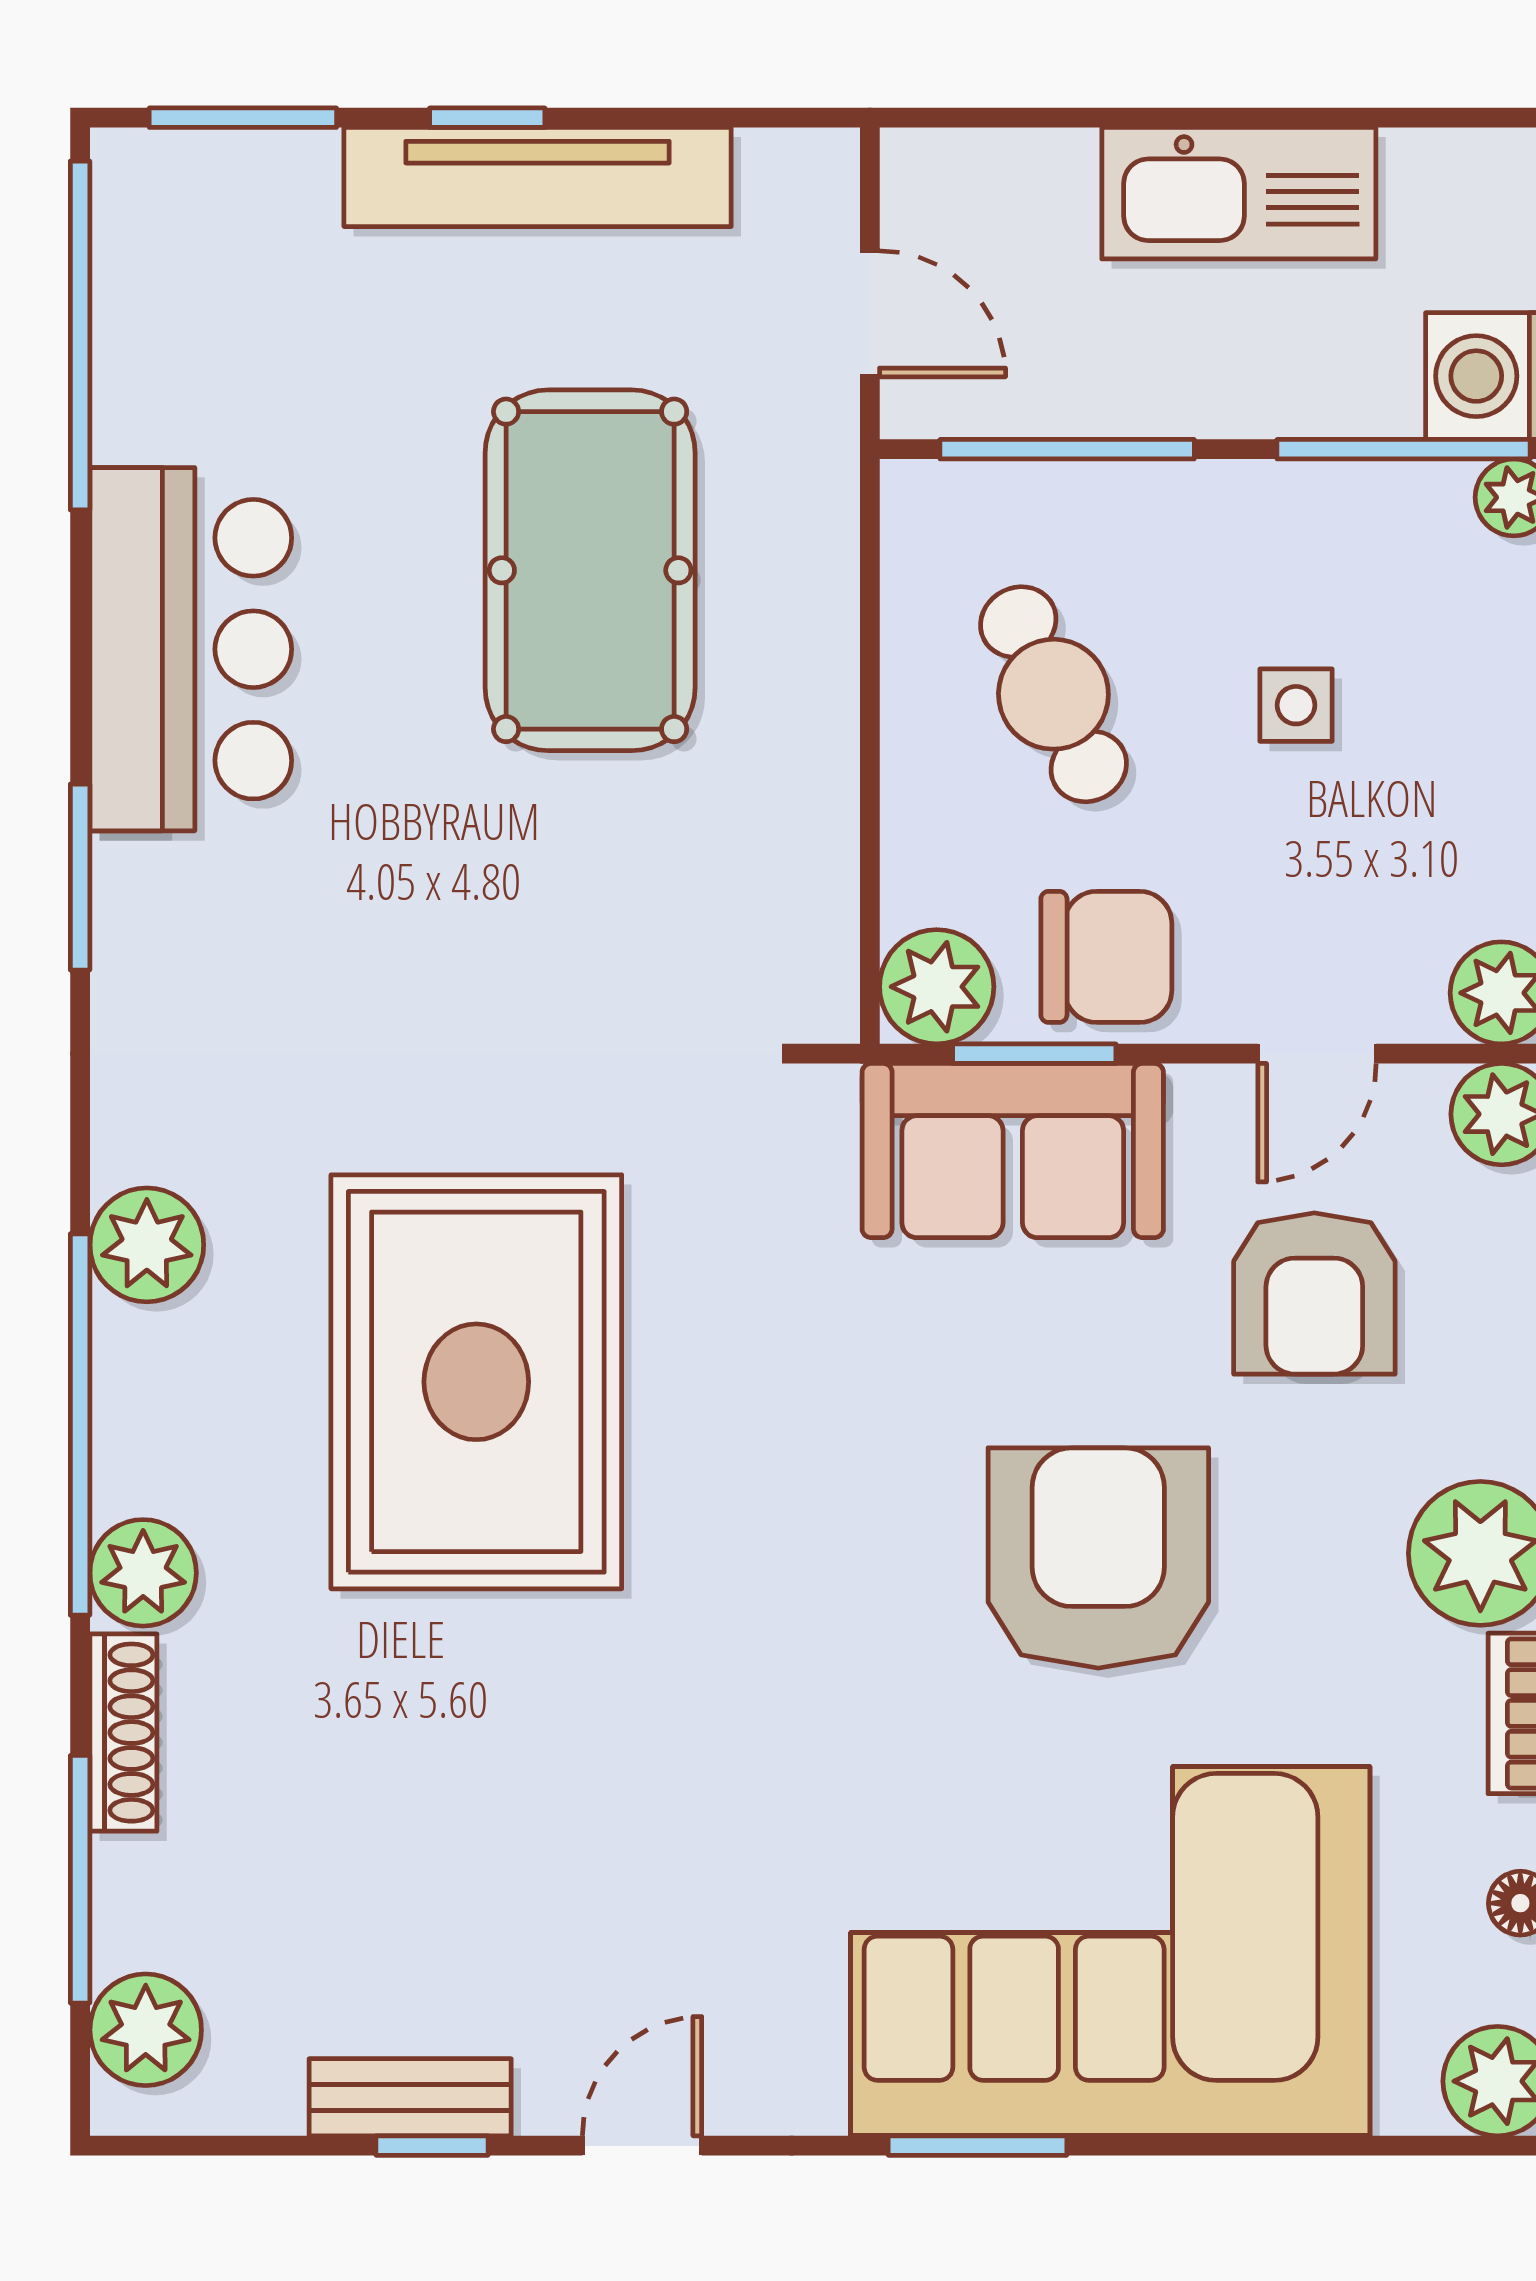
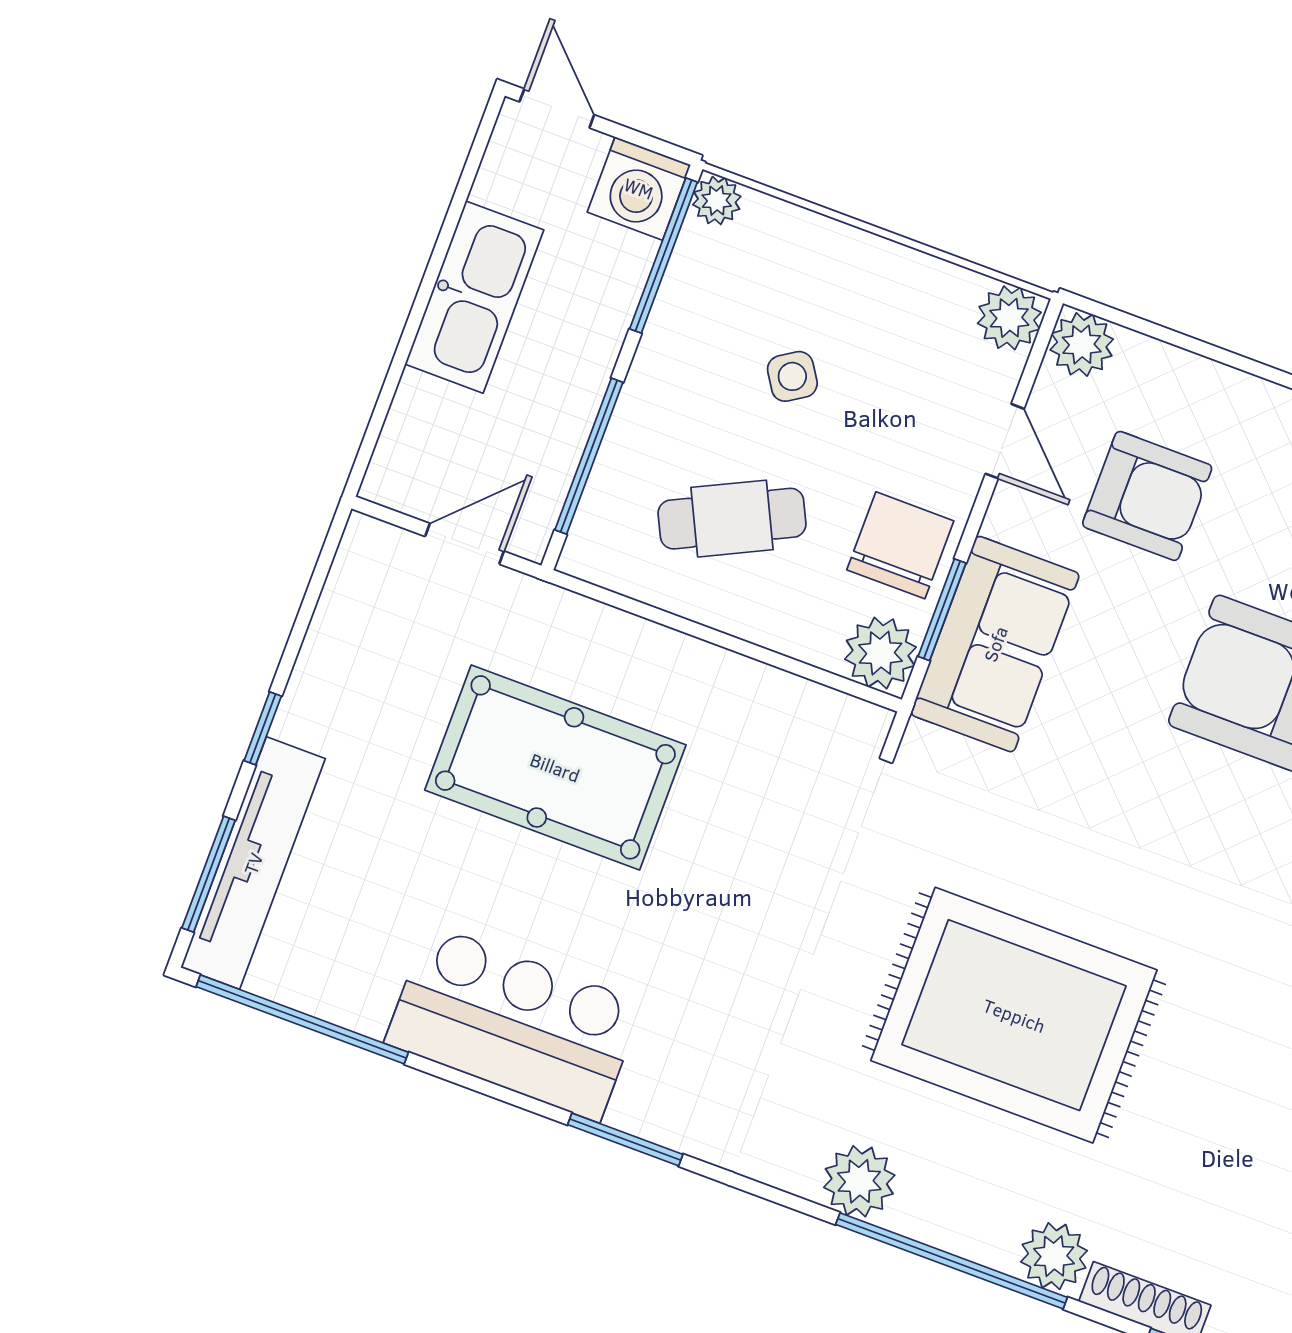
tv unit: (538, 177) -> (253, 863), moved
side table: (1296, 705) -> (792, 376), turned -33

